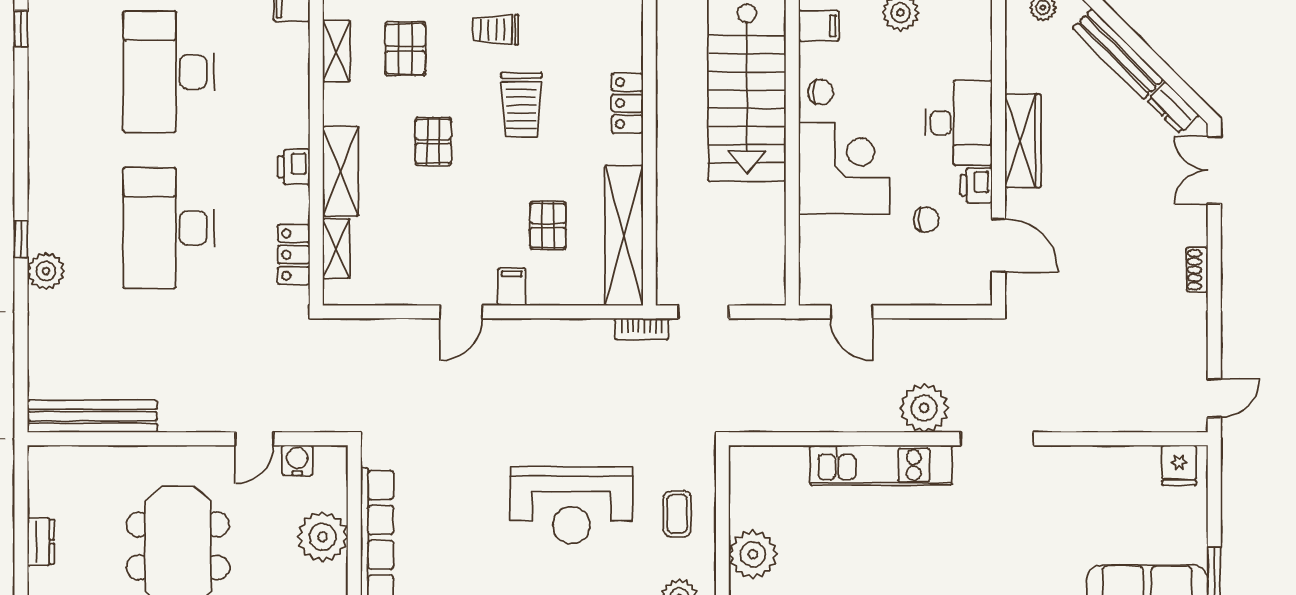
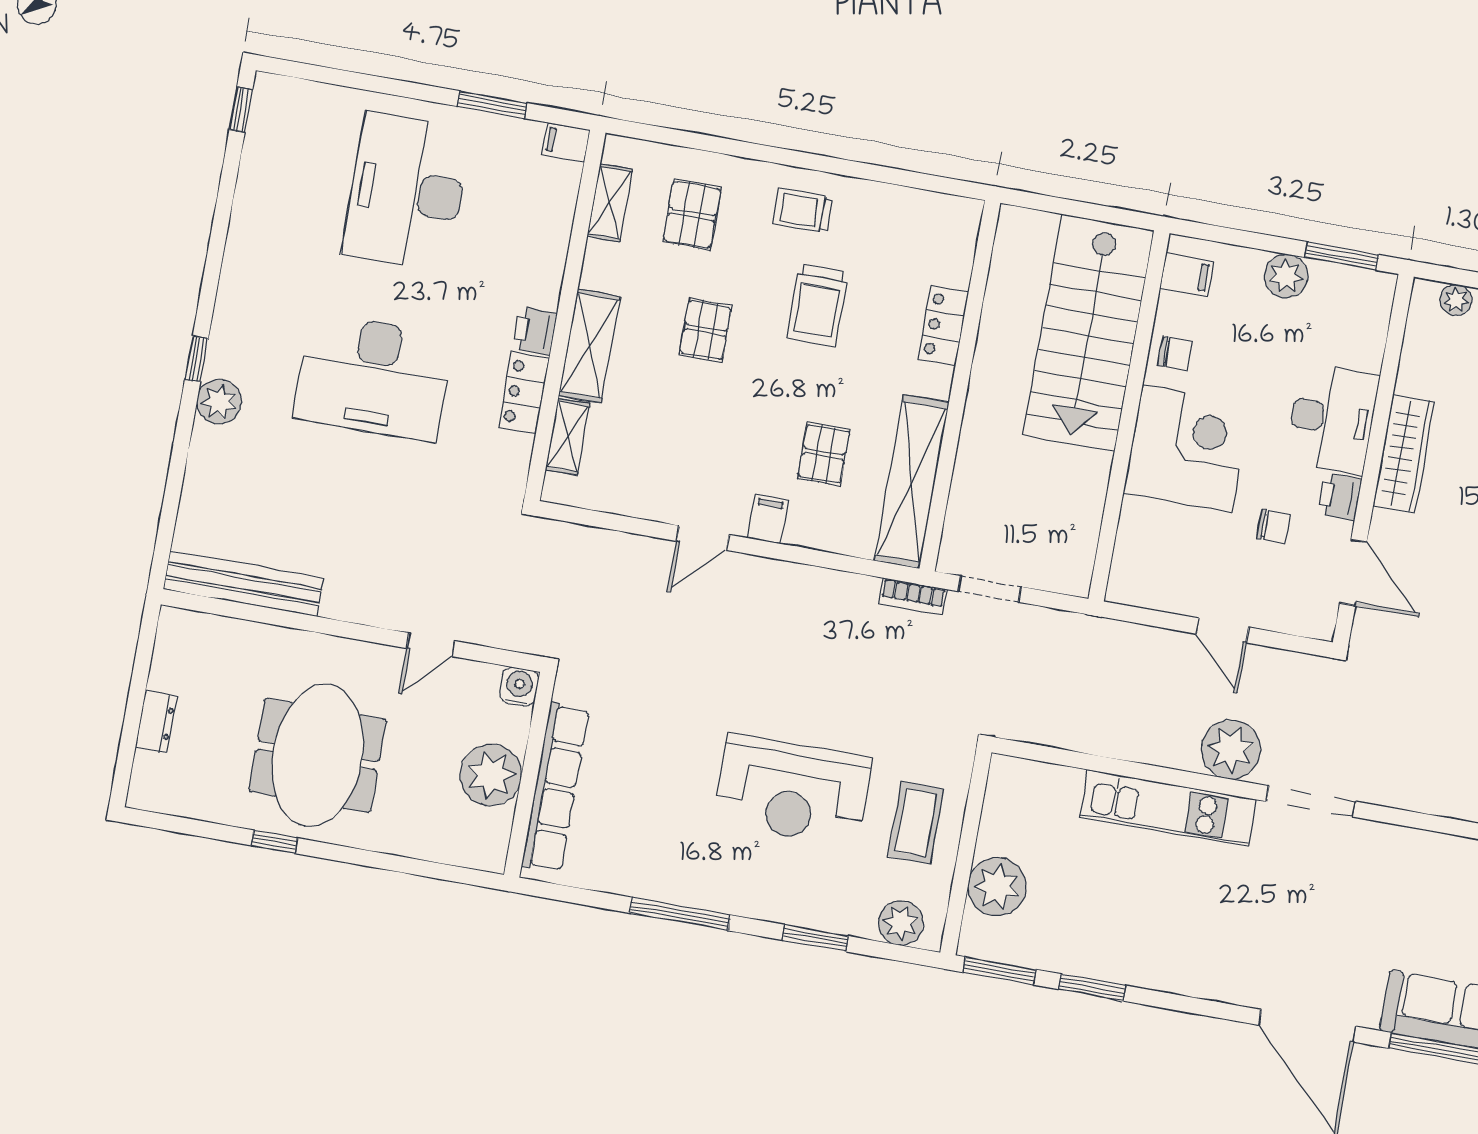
desk: (169, 228) -> (374, 377), turned -90
locker: (294, 255) -> (524, 393), moved
door: (852, 312) -> (1223, 630), moved
water cooler: (297, 460) -> (519, 687), moved
coffee table: (677, 514) -> (916, 823), width x1.36, depth x1.30

